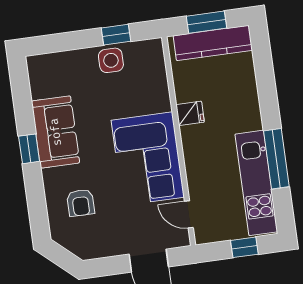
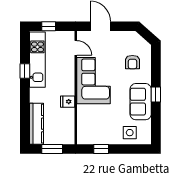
kitchen counter: (213, 43) -> (37, 124), moved, turned 90
side table: (111, 60) -> (130, 133), moved
window: (276, 159) -> (25, 71), width x0.46
armchair: (81, 203) -> (132, 62), turned 180

